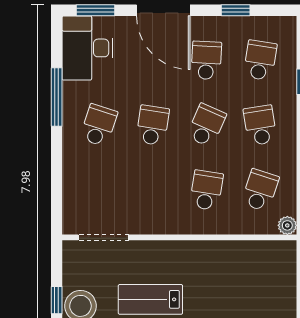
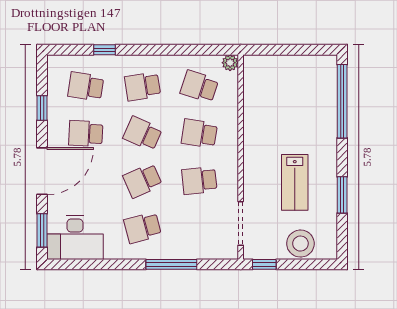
window: (57, 97) -> (171, 264), moved
school desk: (99, 125) -> (143, 228), turned -33
school desk: (153, 125) -> (143, 181), turned -33
school desk: (153, 190) -> (199, 181), added
window: (57, 300) -> (264, 264), moved

